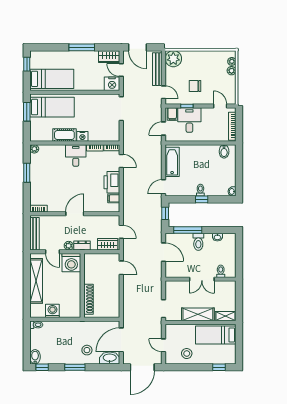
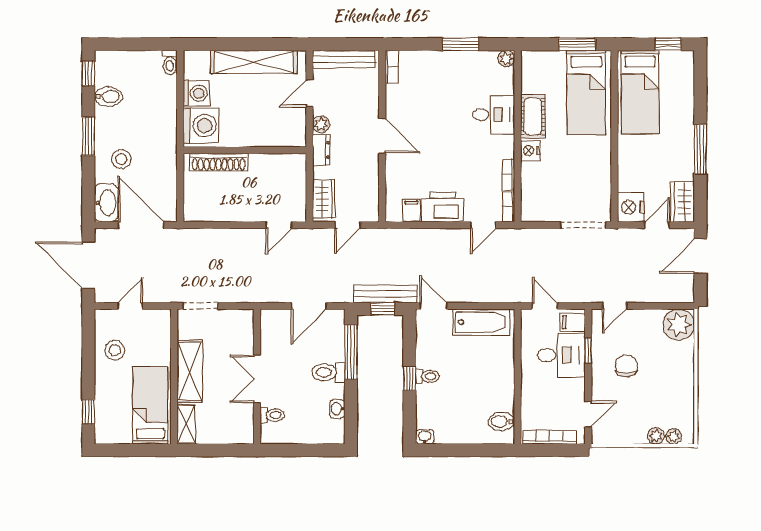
bench: (157, 69) -> (385, 294), moved
desk: (76, 155) -> (494, 115), moved
washing machine: (71, 263) -> (201, 126), moved, turned 180
bidet: (35, 357) -> (108, 96), moved

